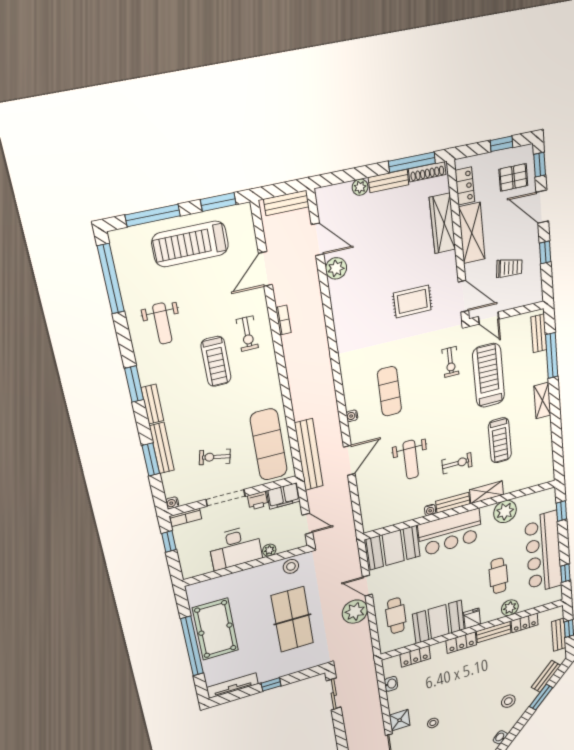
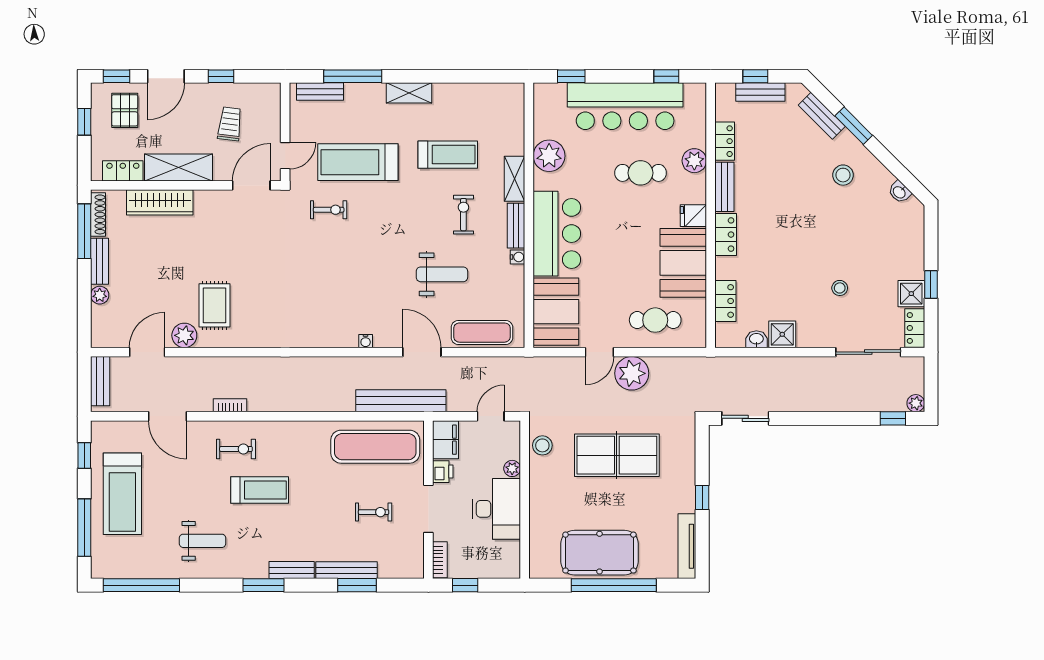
window: (218, 202) -> (84, 455), width x0.67
rug: (412, 301) -> (214, 305), moved
exercise mat: (389, 391) -> (482, 333), moved
exercise bike: (215, 457) -> (374, 512), turned -102
water cooler: (172, 503) -> (417, 572), removed
shower: (400, 720) -> (782, 334), moved

